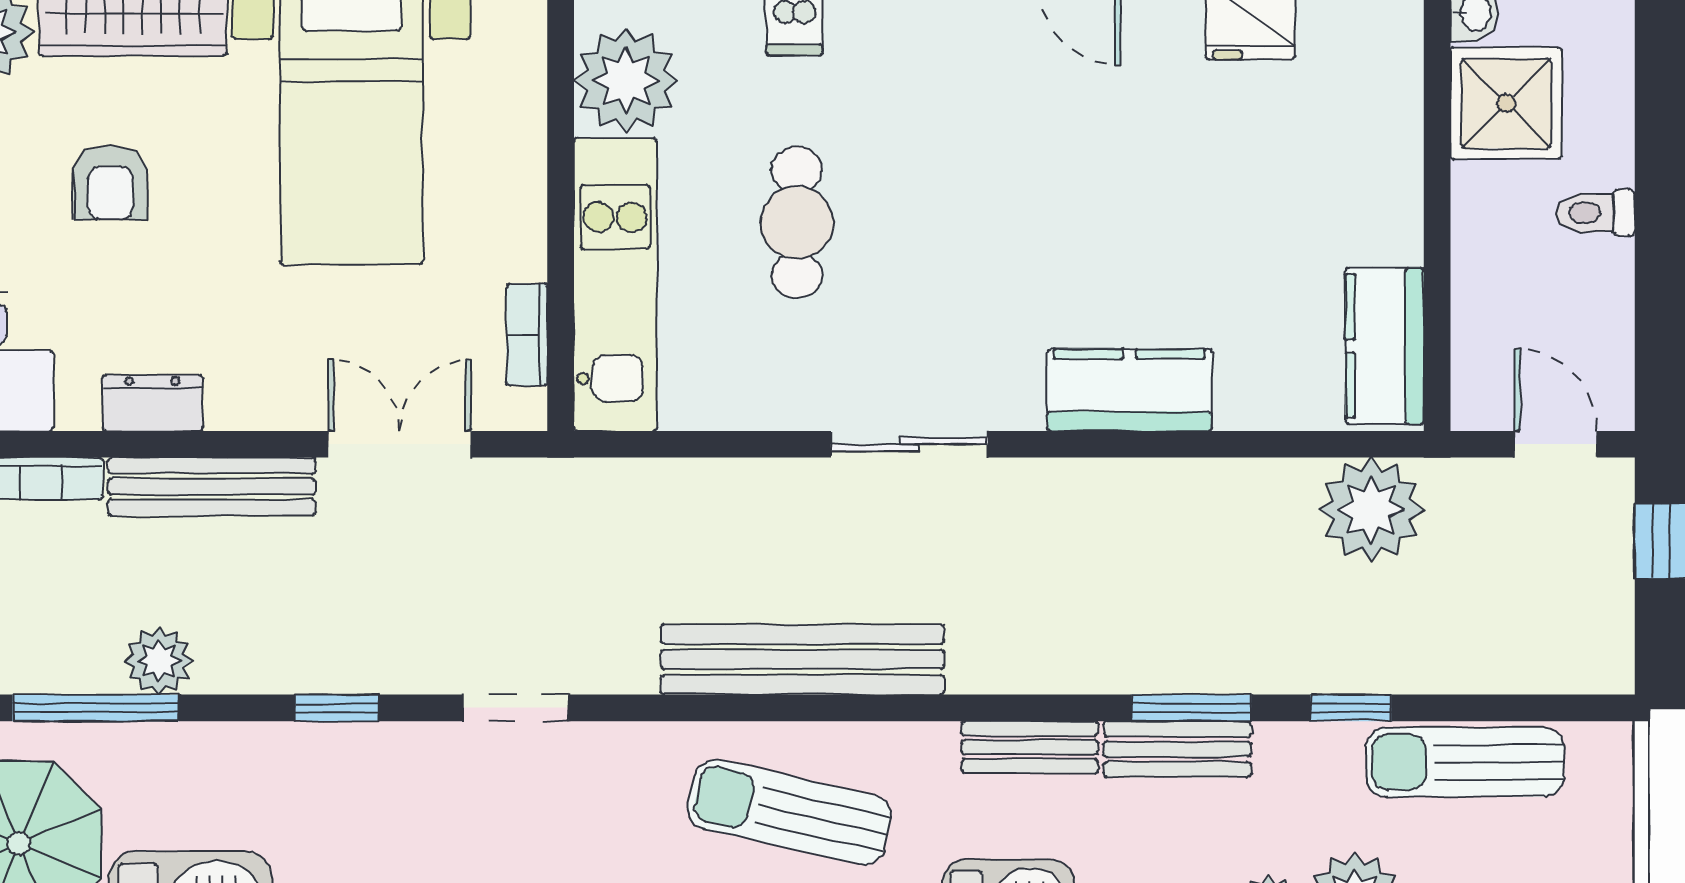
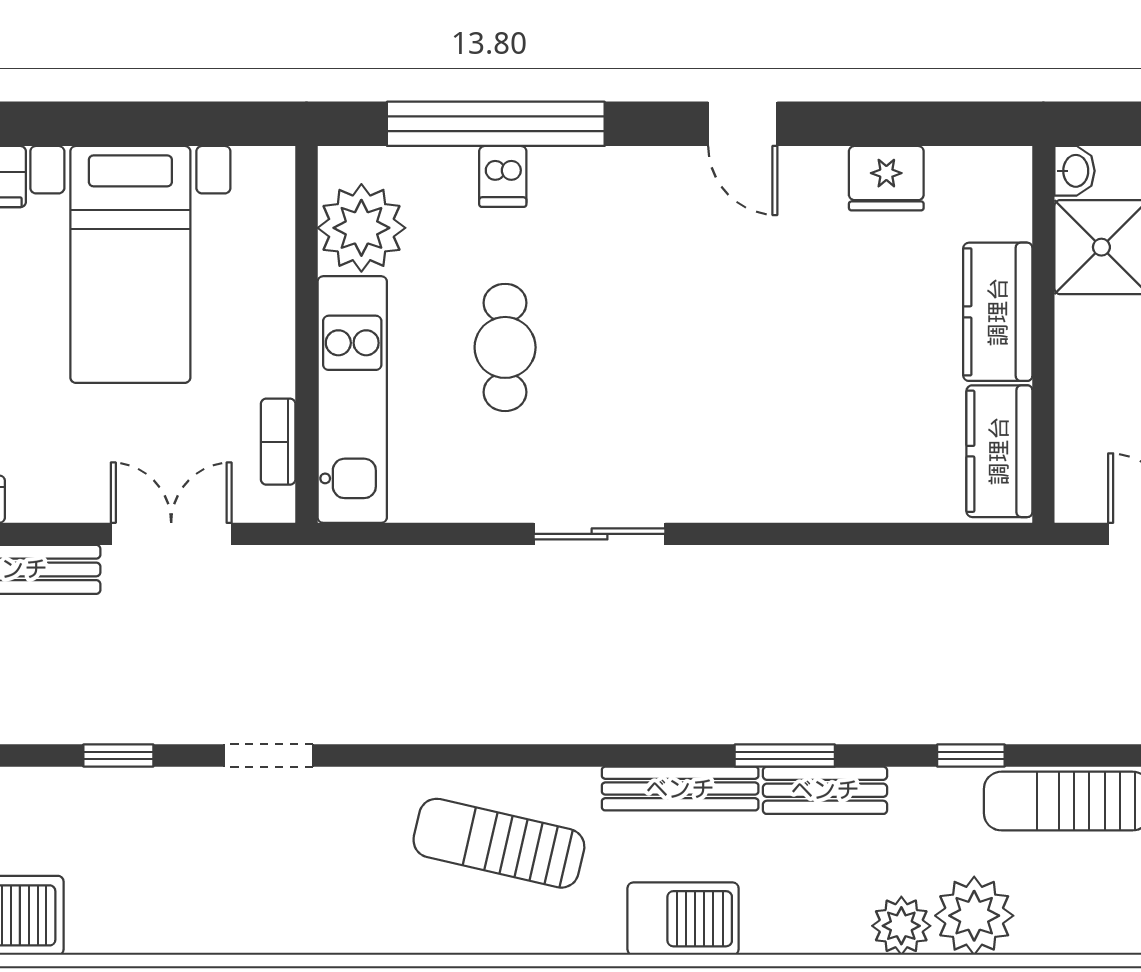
kitchen counter: (1130, 390) -> (998, 312), moved, turned -90
plant: (1371, 510) -> (988, 589), removed
bench: (802, 659) -> (510, 715), removed
window: (1192, 708) -> (785, 755), moved
bench: (1030, 747) -> (680, 789), width x1.36

